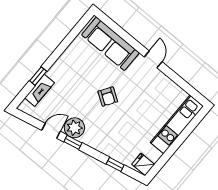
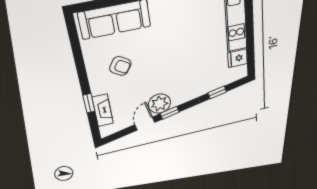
armchair: (108, 97) -> (120, 66), moved
fridge: (143, 164) -> (237, 58), moved

